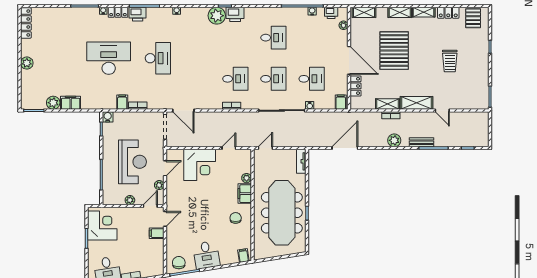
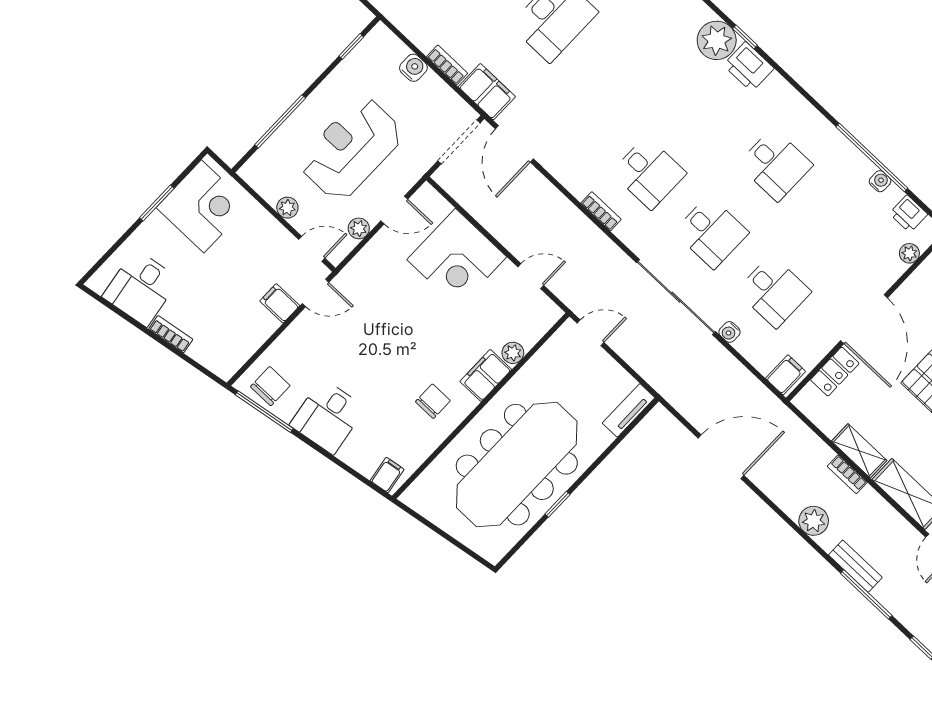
filing cabinet: (122, 102) -> (487, 92), moved, width x2.00
water cooler: (108, 117) -> (413, 68), moved
reception desk: (132, 162) -> (351, 149), turned 180

